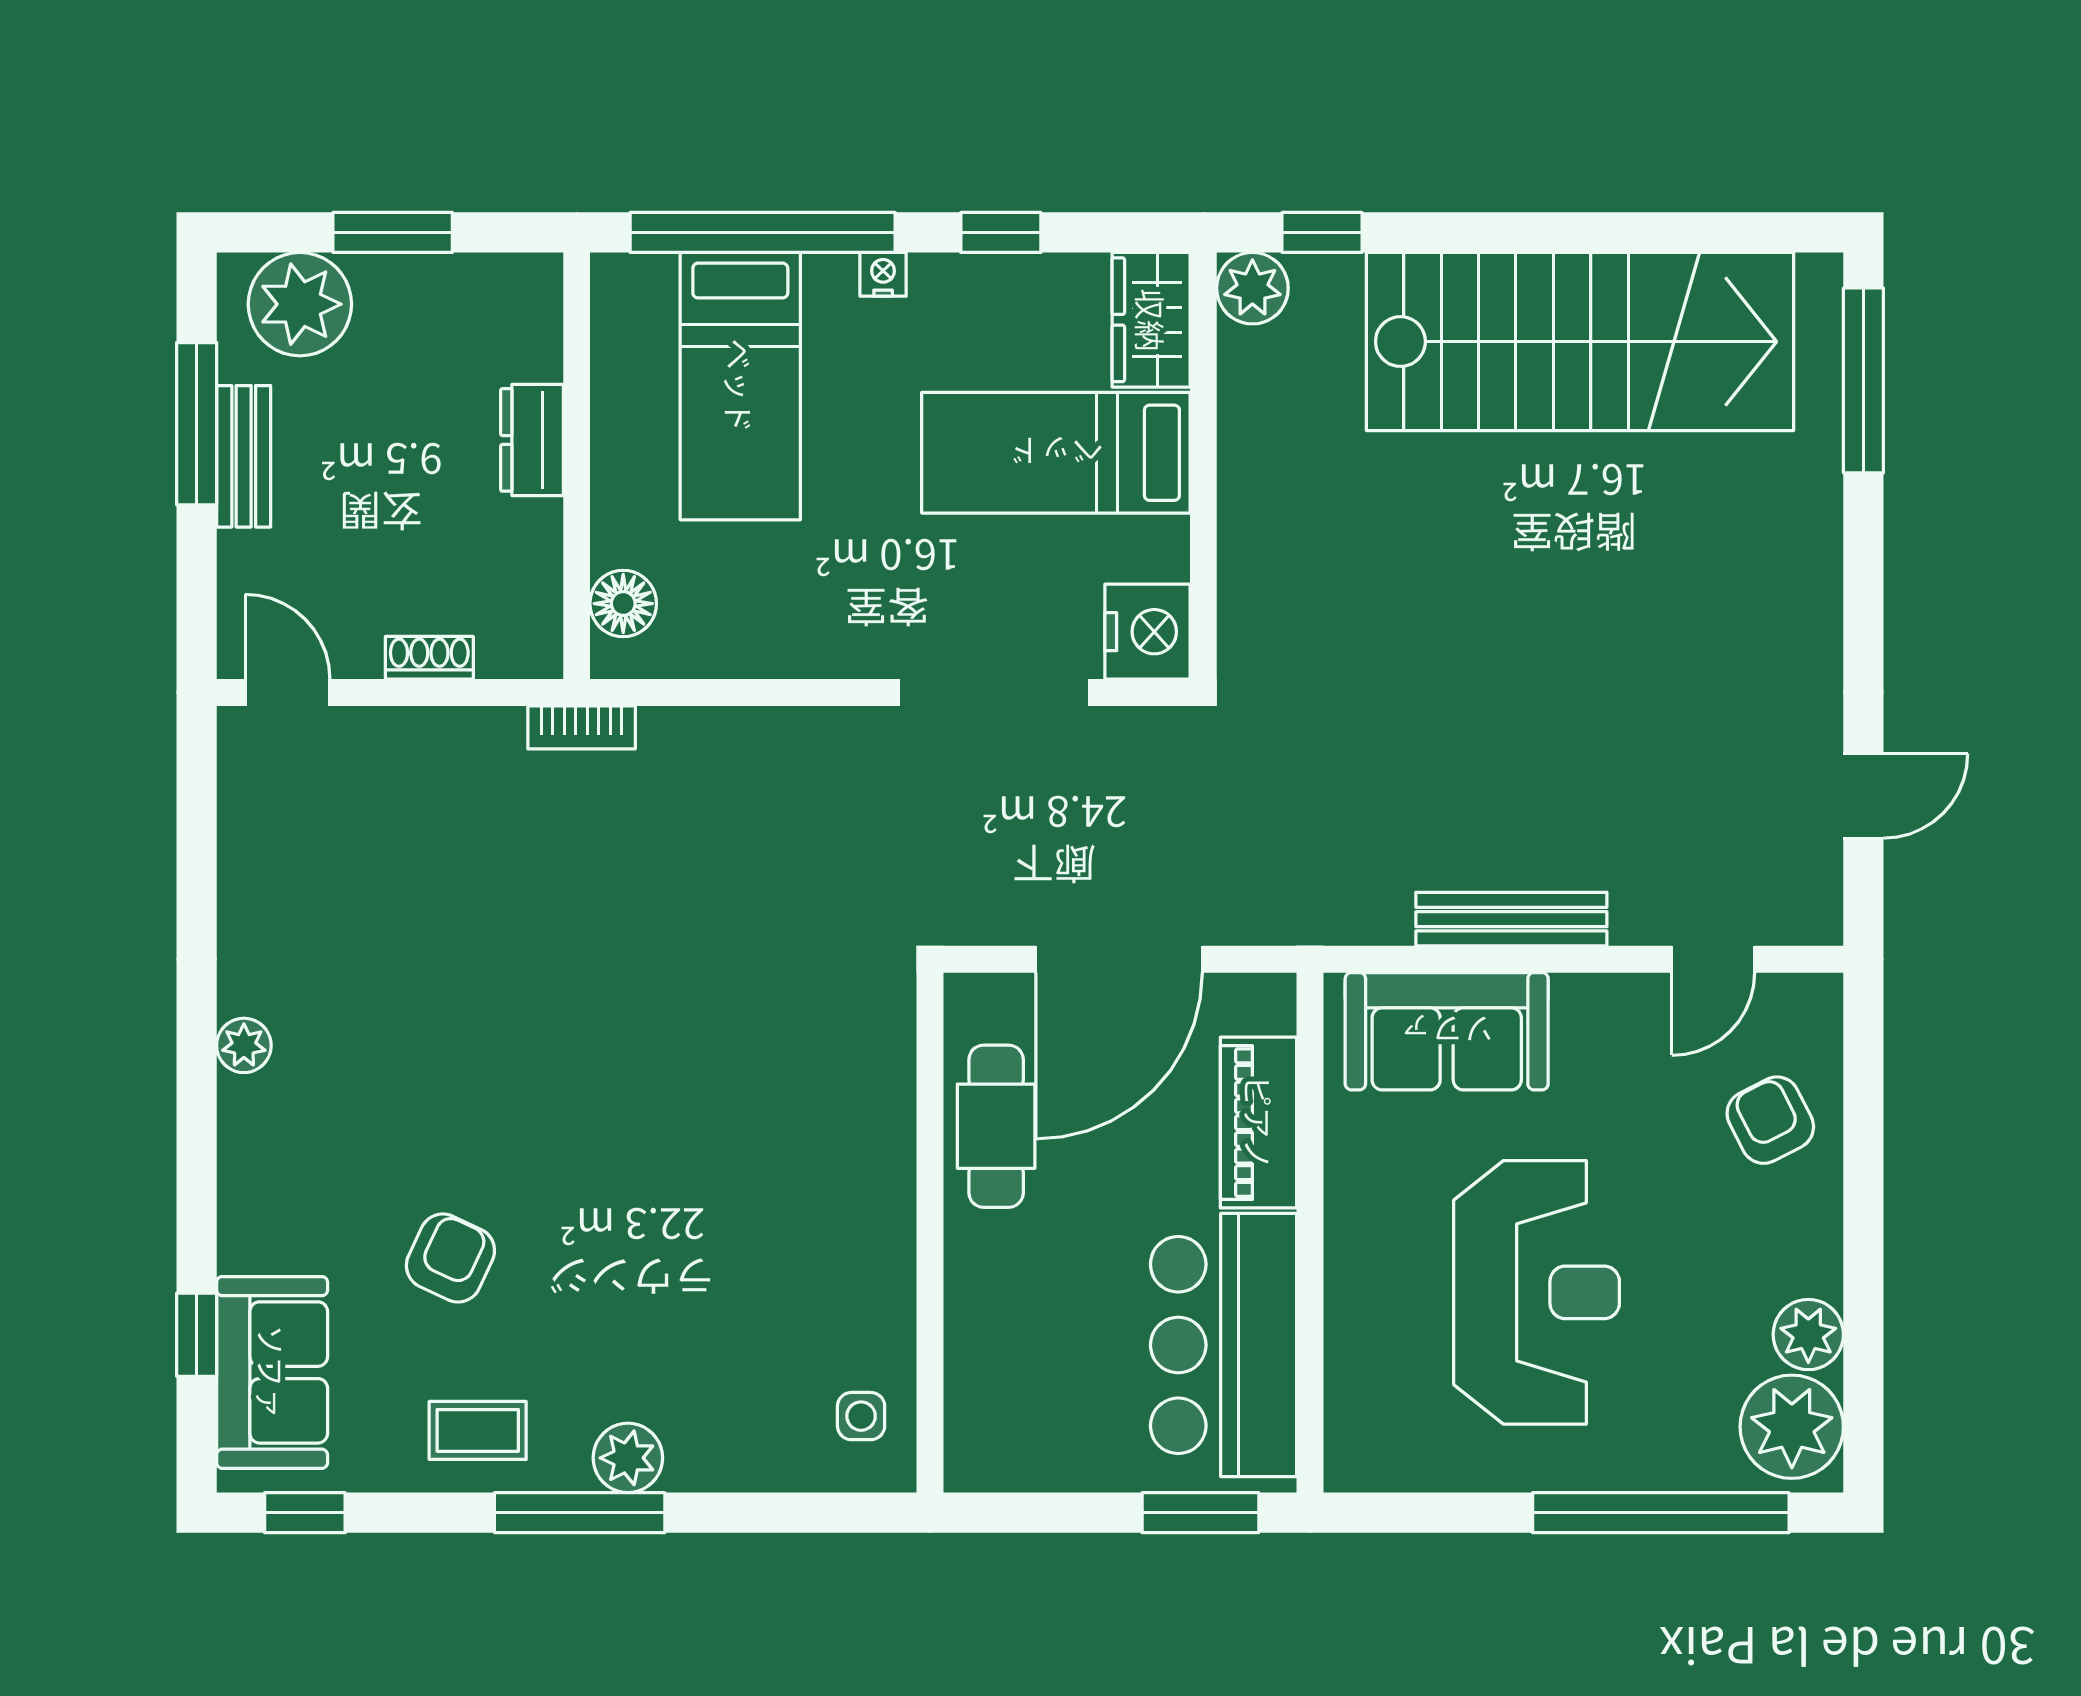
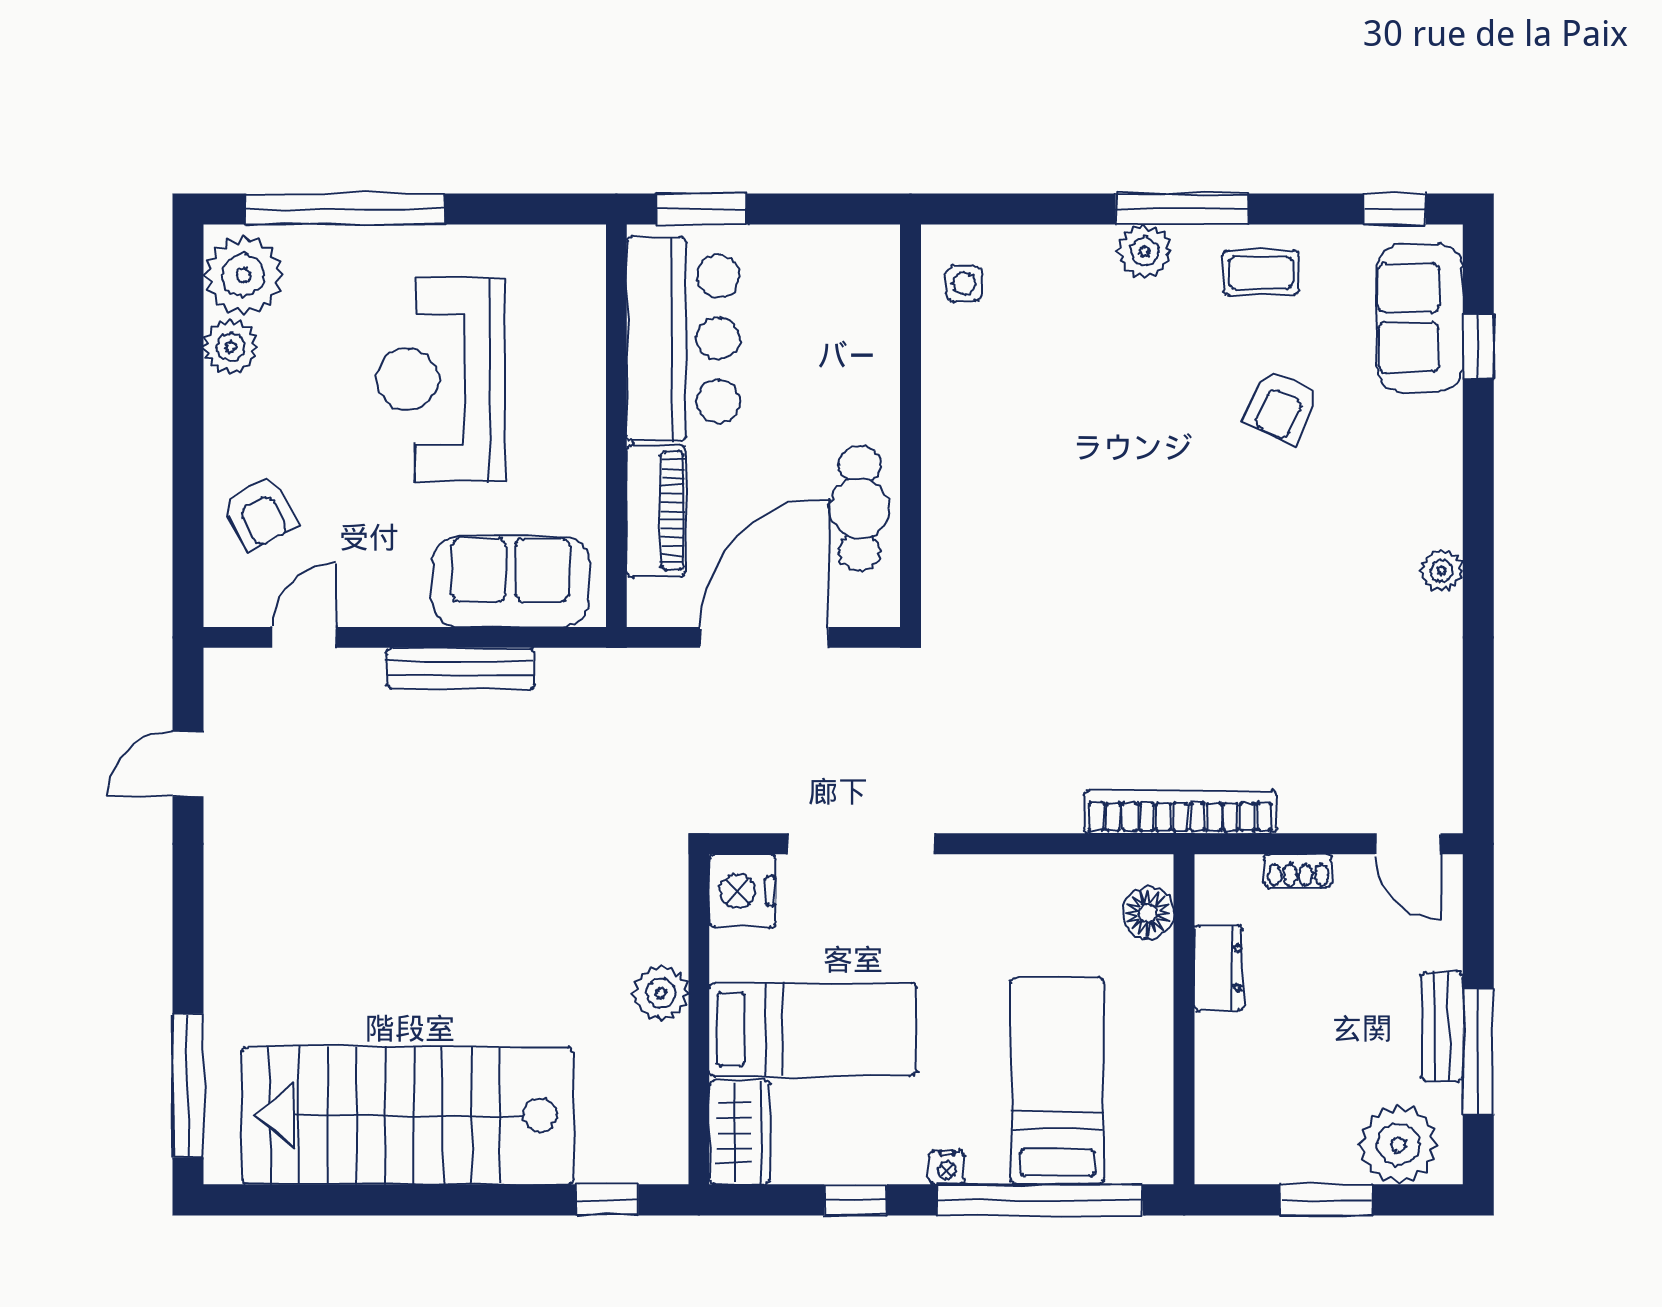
plant: (1252, 288) -> (661, 993), moved
dresser: (532, 440) -> (1219, 968), moved
bookcase: (582, 727) -> (1180, 812), width x2.31, depth x1.31

